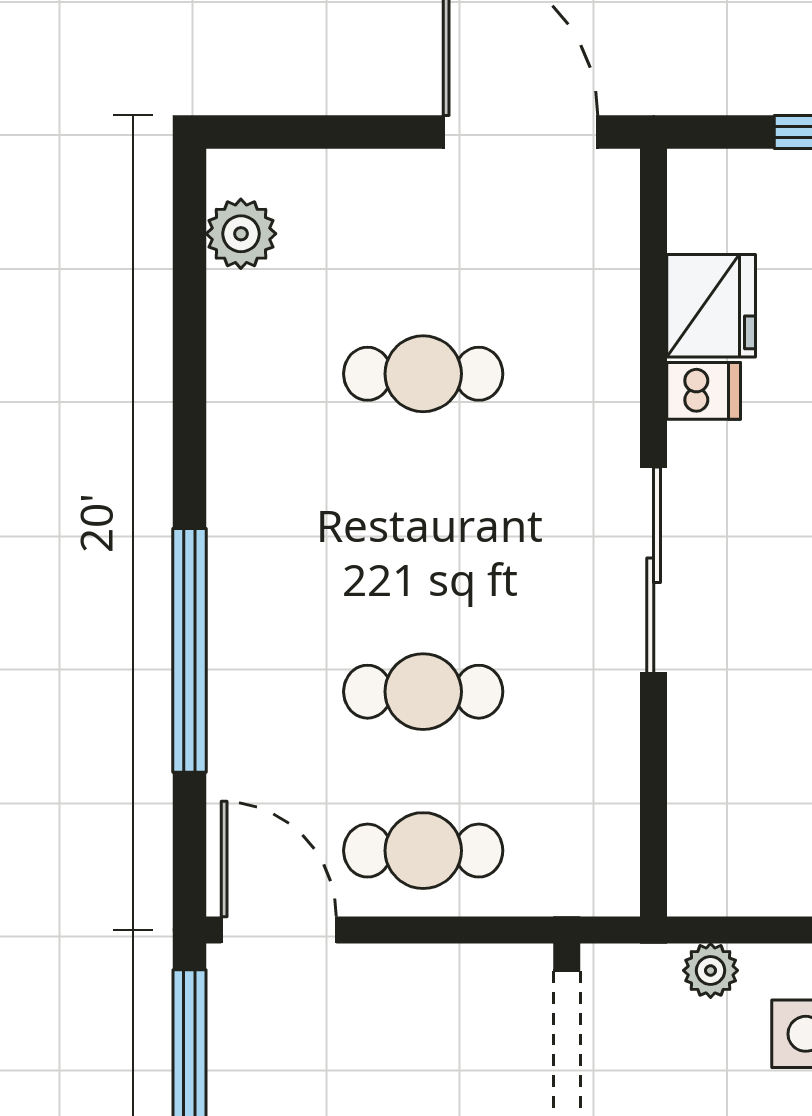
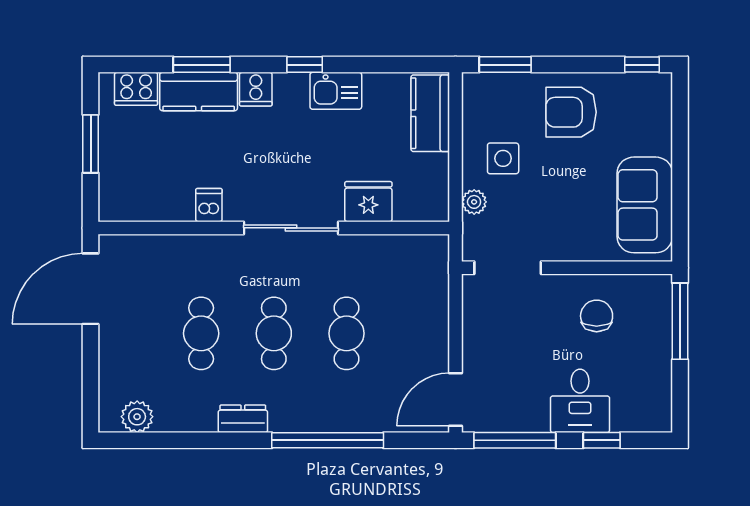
fridge: (711, 306) -> (368, 202), moved
dresser: (236, 465) -> (243, 419), added
cafe table: (423, 851) -> (274, 333), moved

